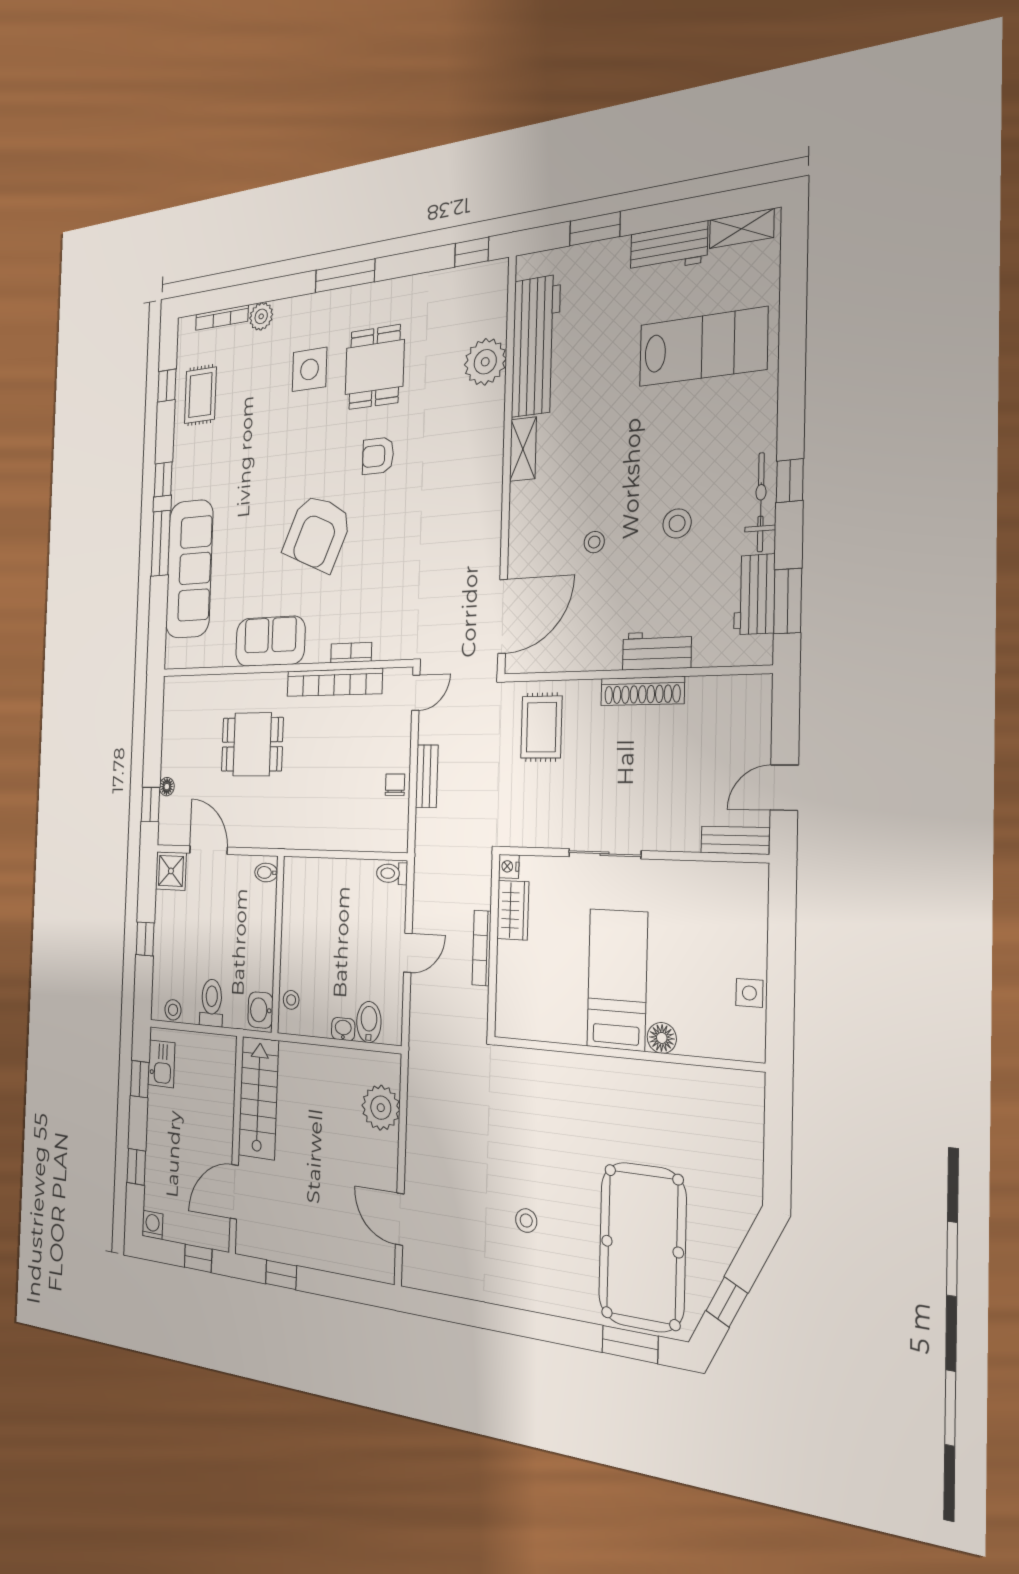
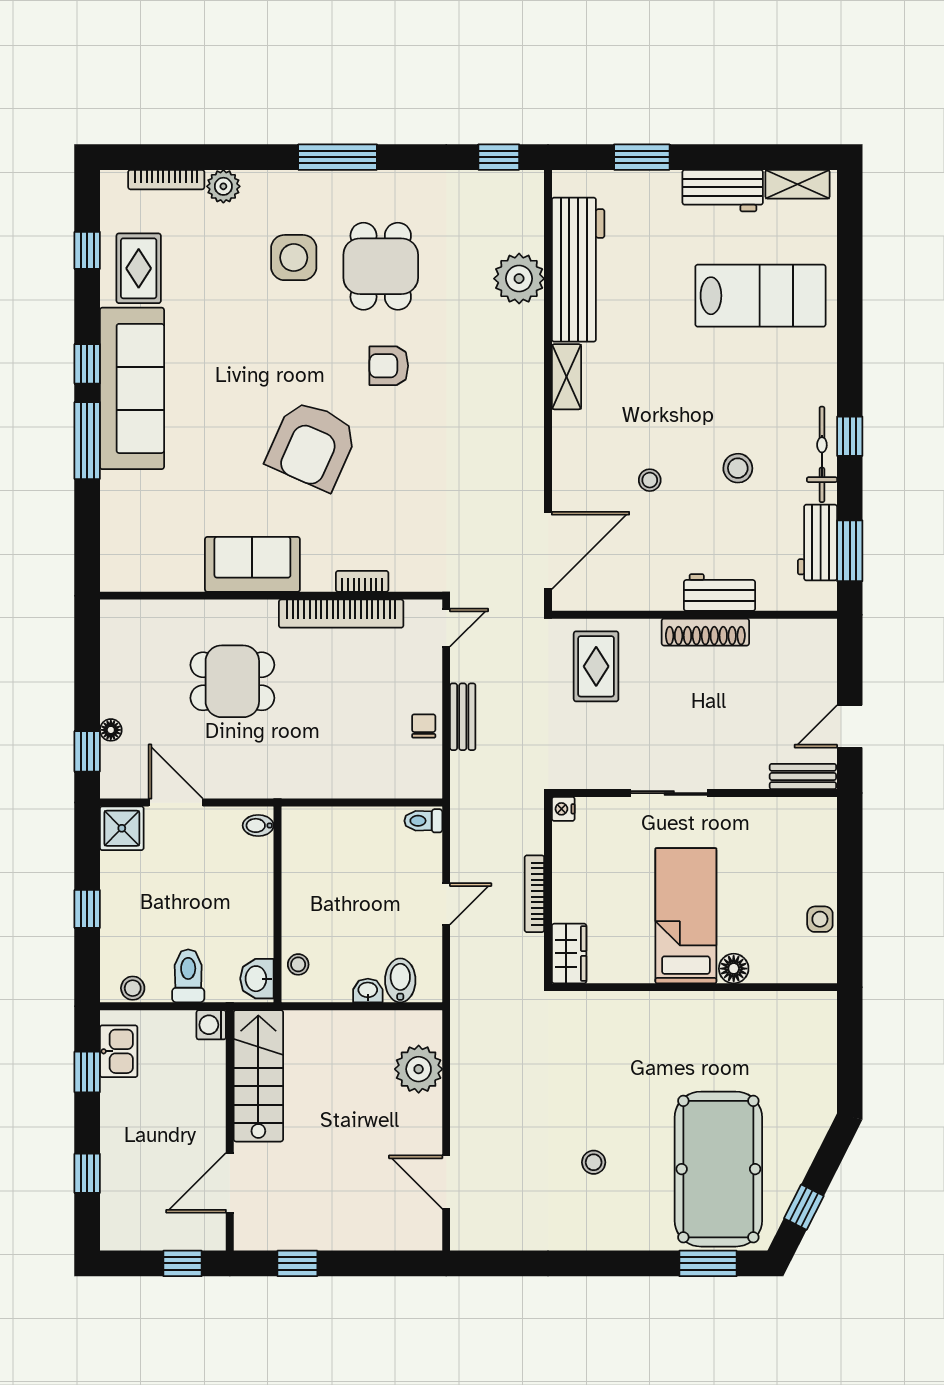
sofa: (189, 569) -> (132, 388), moved
wardrobe: (513, 910) -> (569, 953), moved
washing machine: (152, 1225) -> (211, 1025), moved, turned -90

